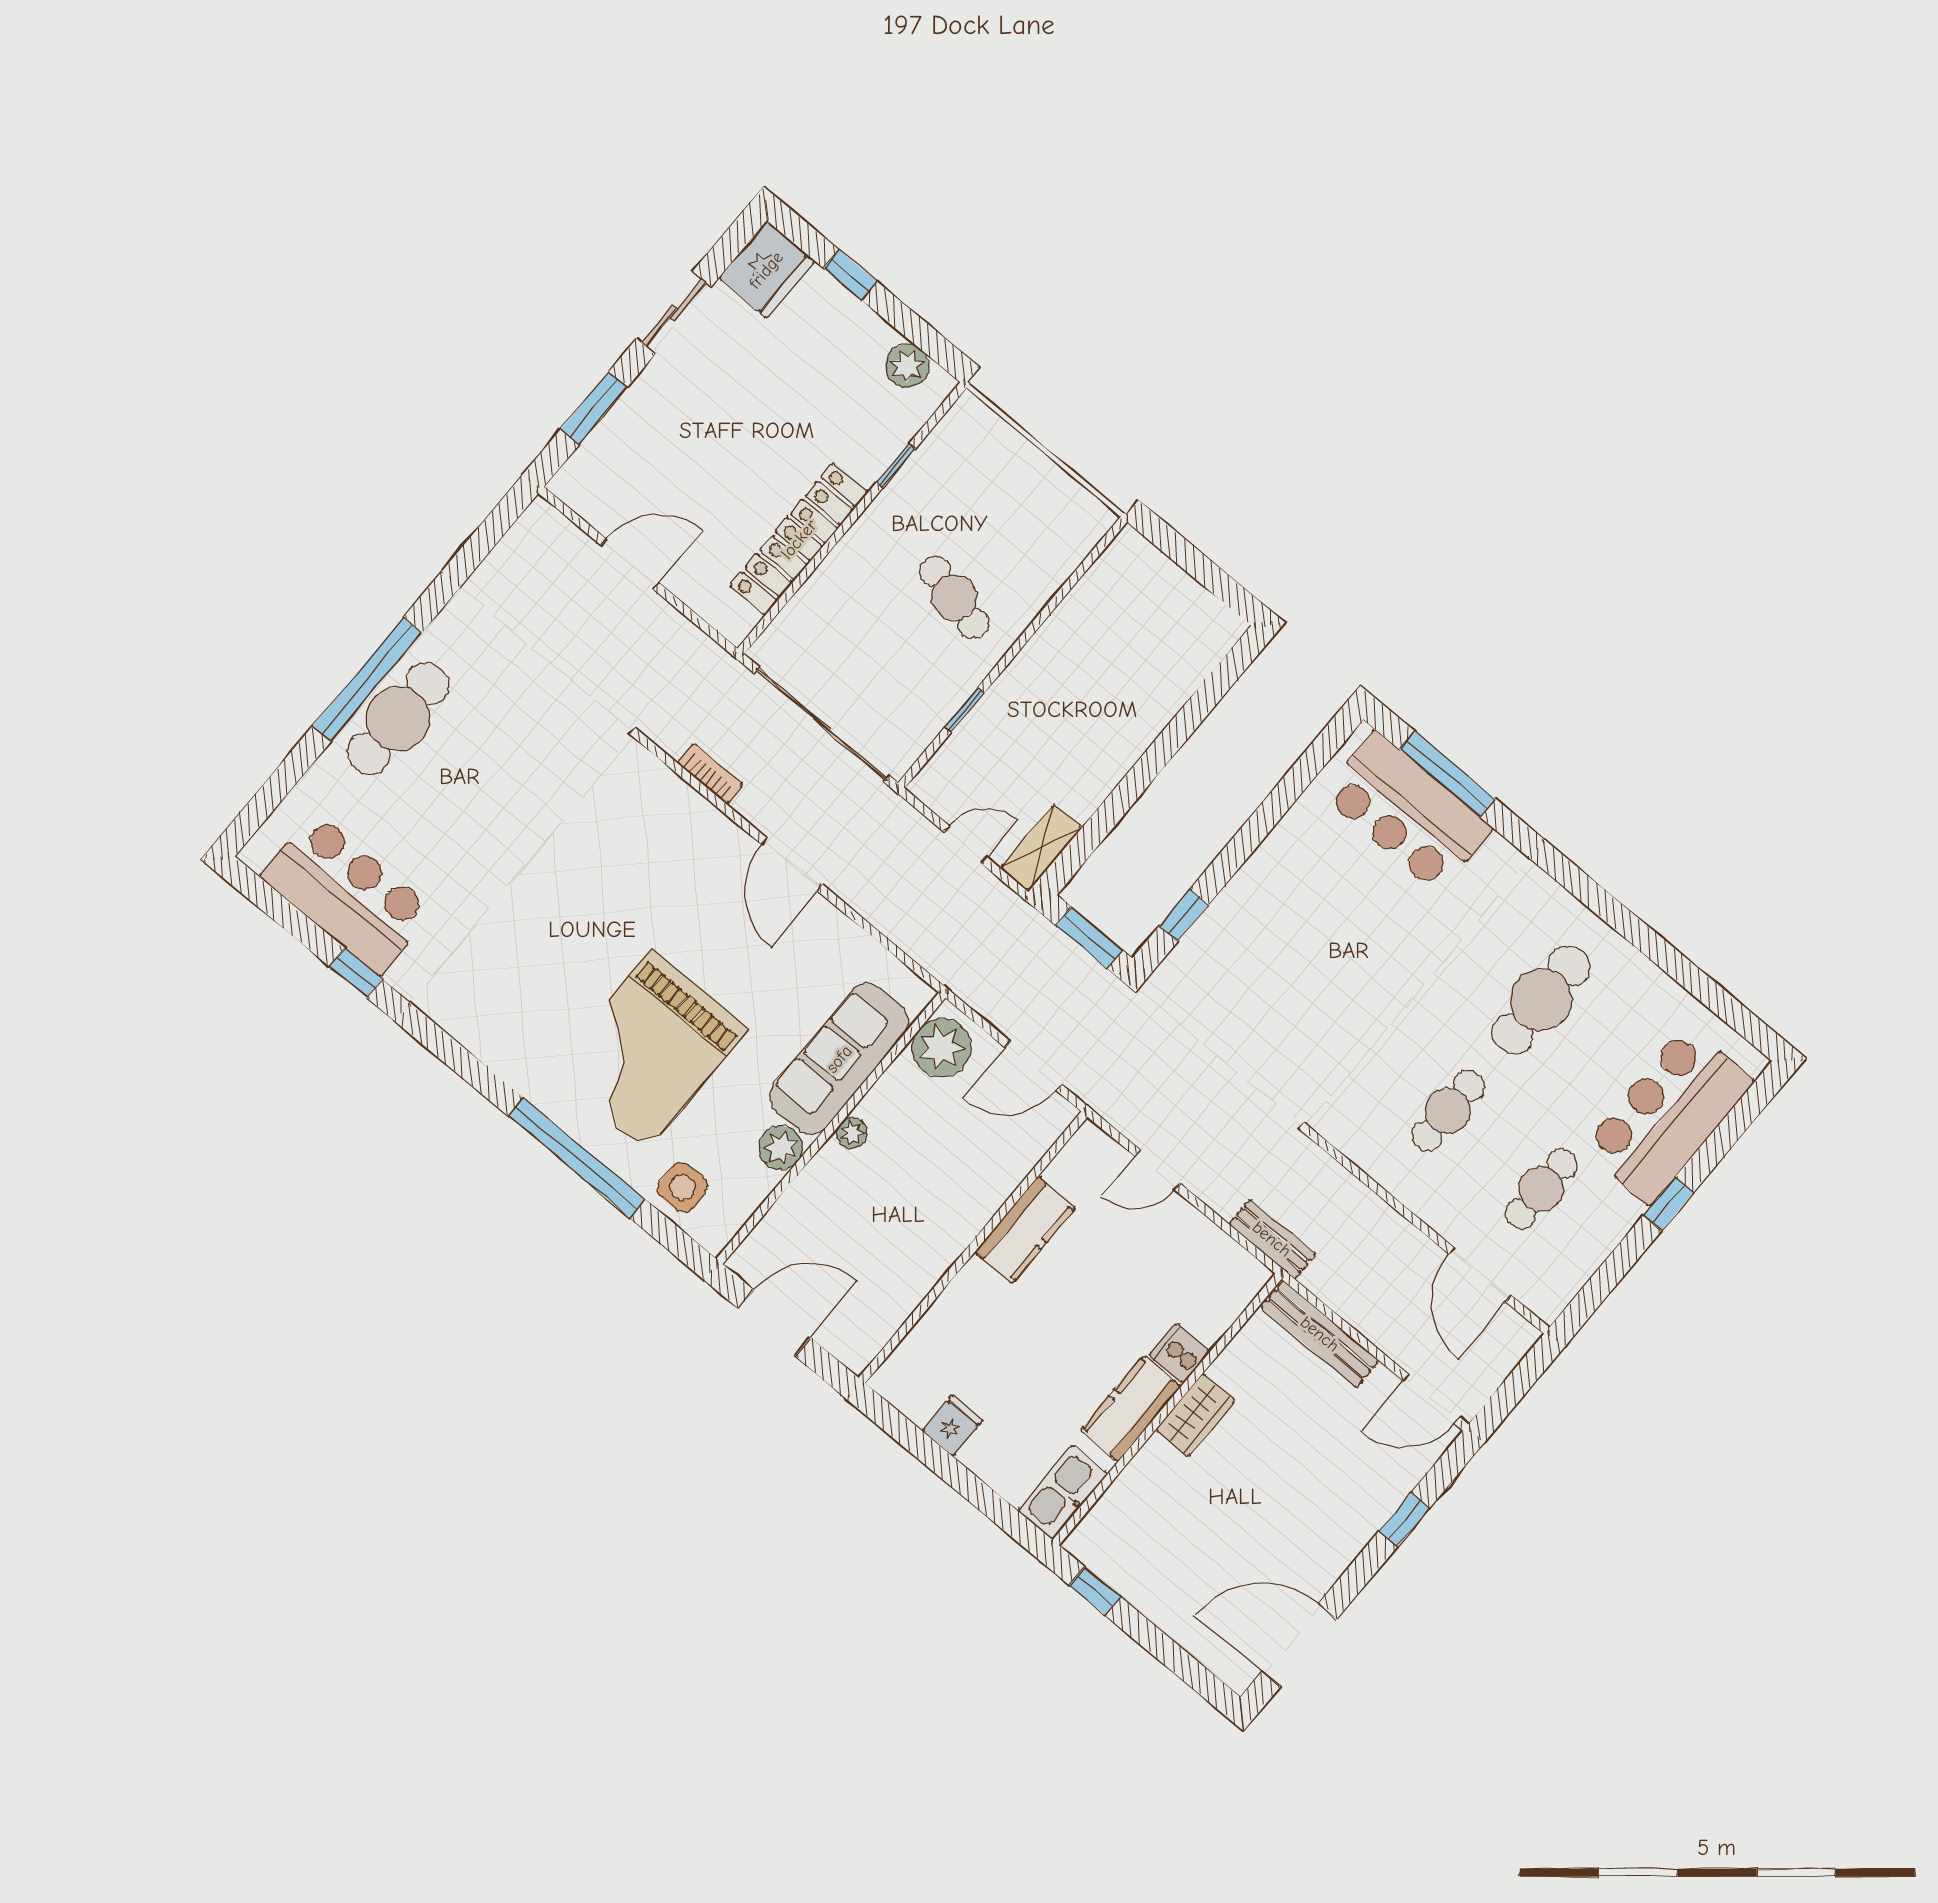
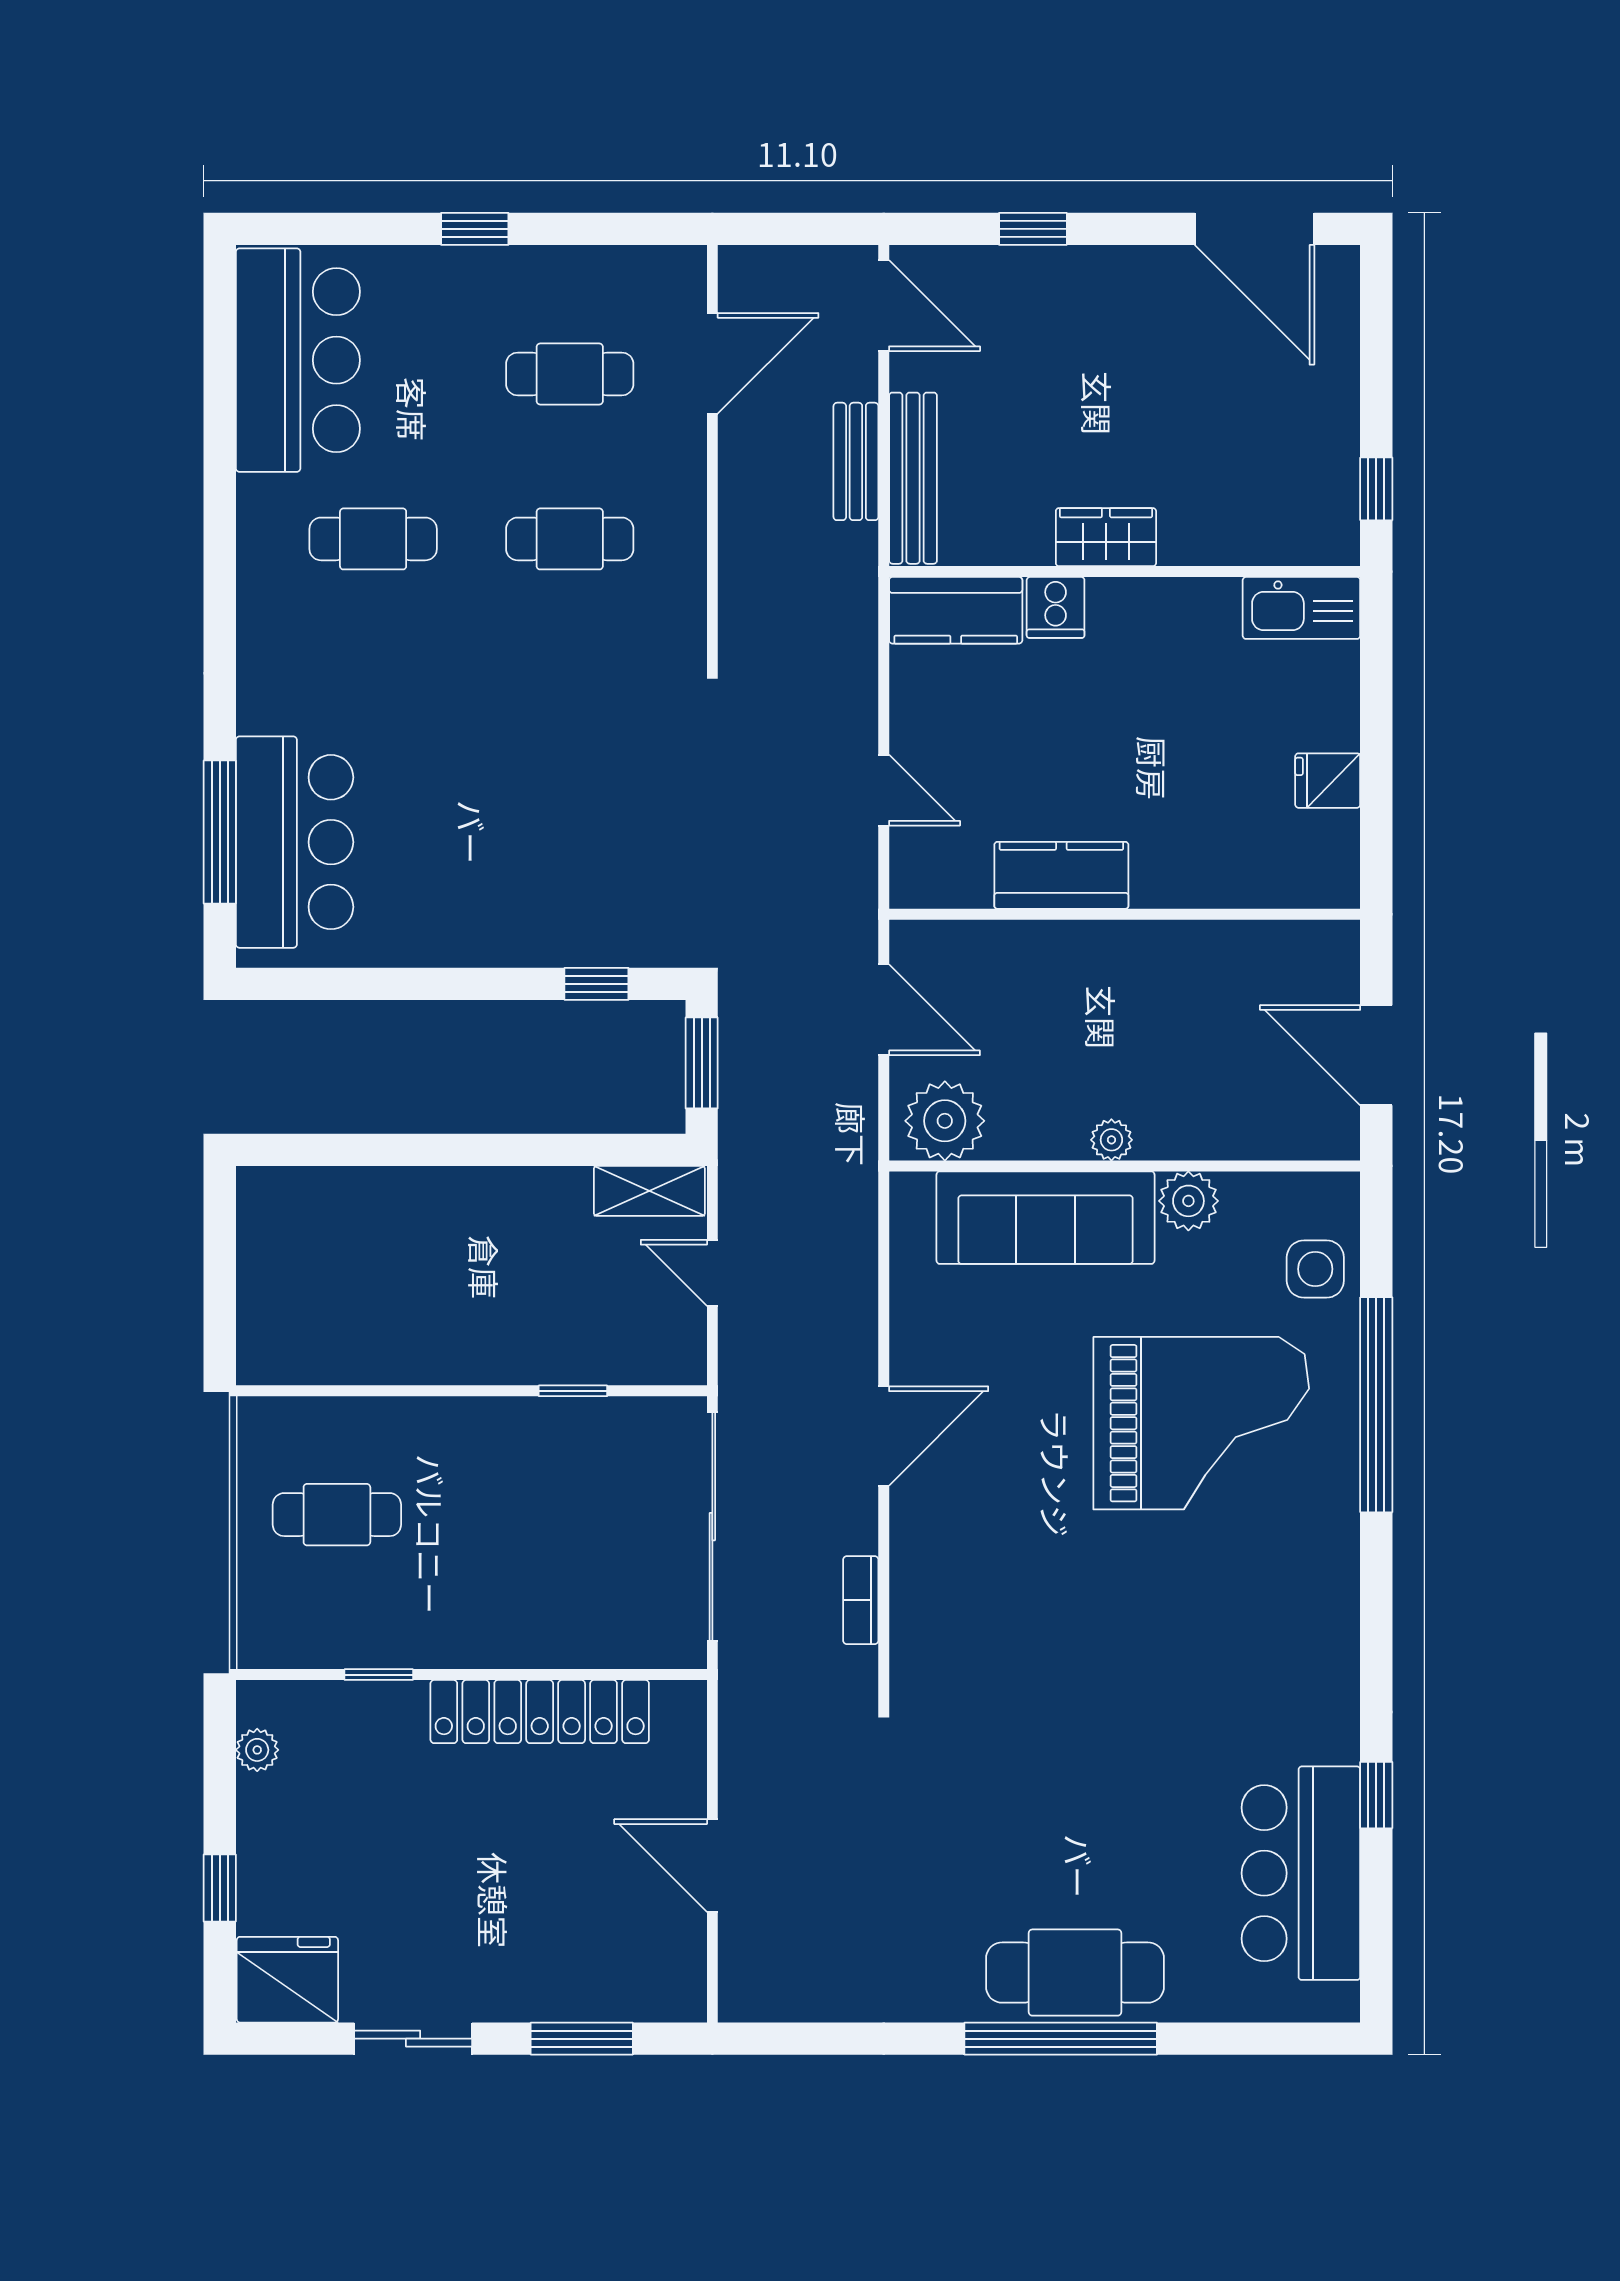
plant: (907, 366) -> (257, 1750), width x0.73, depth x0.73
cafe table: (954, 597) -> (337, 1515), moved, turned 76
cafe table: (1541, 1000) -> (373, 539), width x0.73, depth x0.74
bar counter: (1668, 1115) -> (298, 360), moved, turned -90
bench: (1272, 1239) -> (856, 461), moved
kitchen counter: (1131, 1409) -> (956, 610), moved

